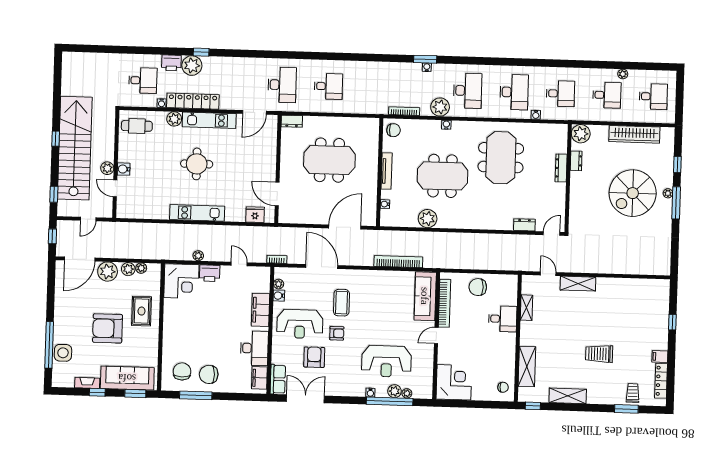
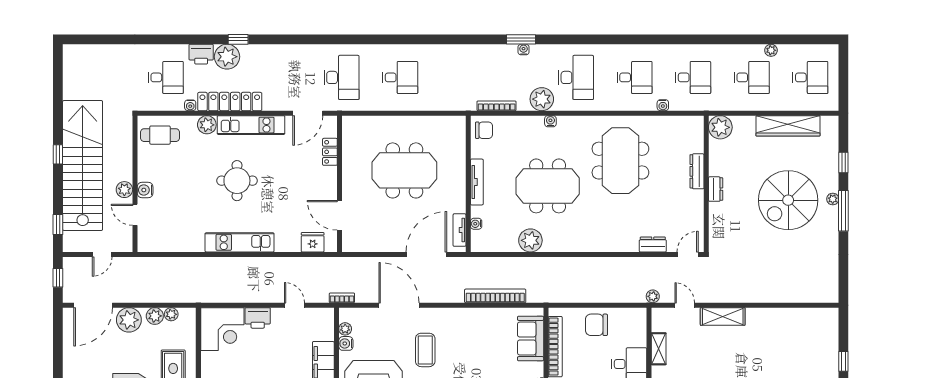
desk: (514, 92) -> (634, 77), width x0.73
dresser: (292, 121) -> (355, 123), removed
locker: (271, 143) -> (330, 152), added
dresser: (576, 161) -> (716, 189), moved
tv unit: (372, 209) -> (460, 230), added
plant: (198, 256) -> (653, 296), moved
sofa: (425, 296) -> (531, 339), width x0.73

